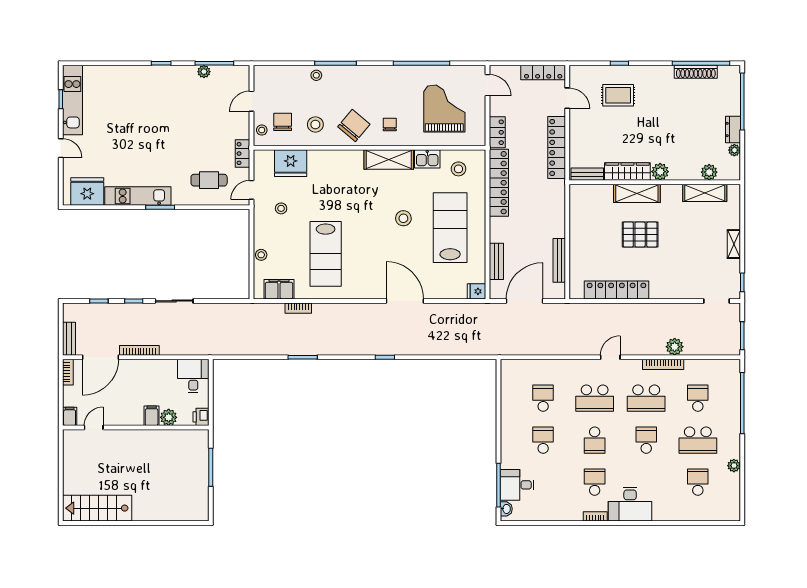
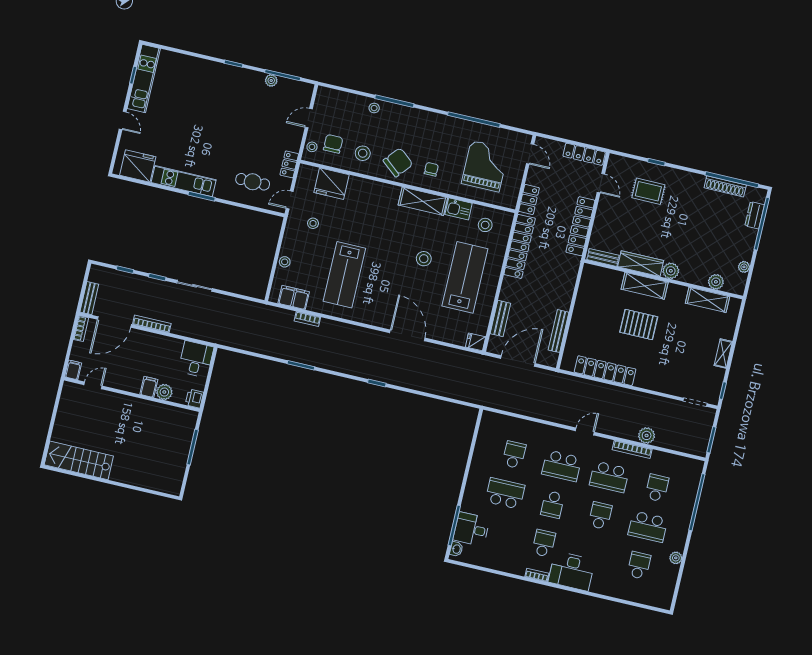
dresser: (733, 129) -> (755, 215), moved
school desk: (543, 440) -> (505, 493), width x1.85

